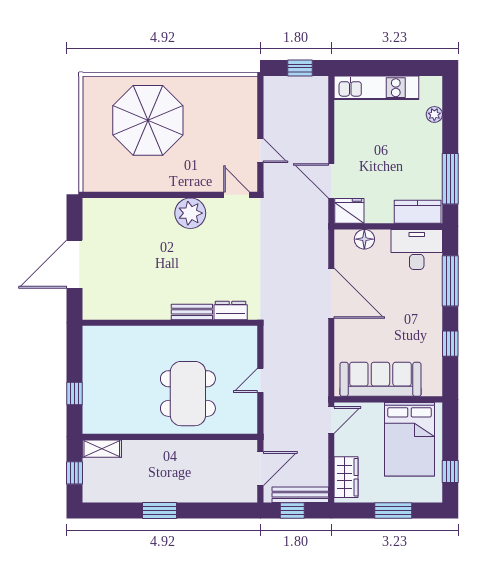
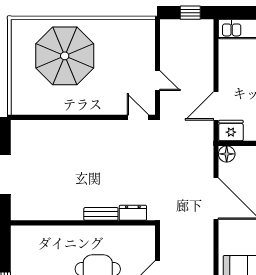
door: (331, 181) -> (216, 106), hinge flipped
plant: (190, 213) -> (100, 132), removed
floor lamp: (364, 239) -> (227, 154), moved

